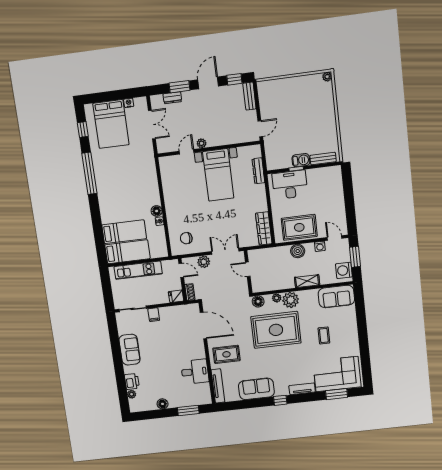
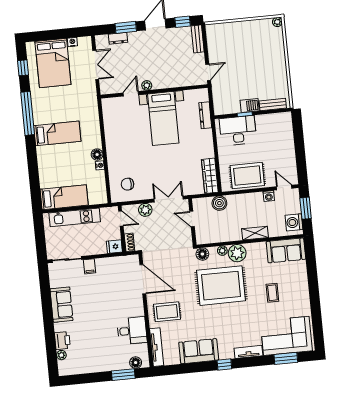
bed: (124, 232) -> (57, 133), moved
boiler: (298, 251) -> (219, 203), moved
floor lamp: (163, 404) -> (136, 363), moved

